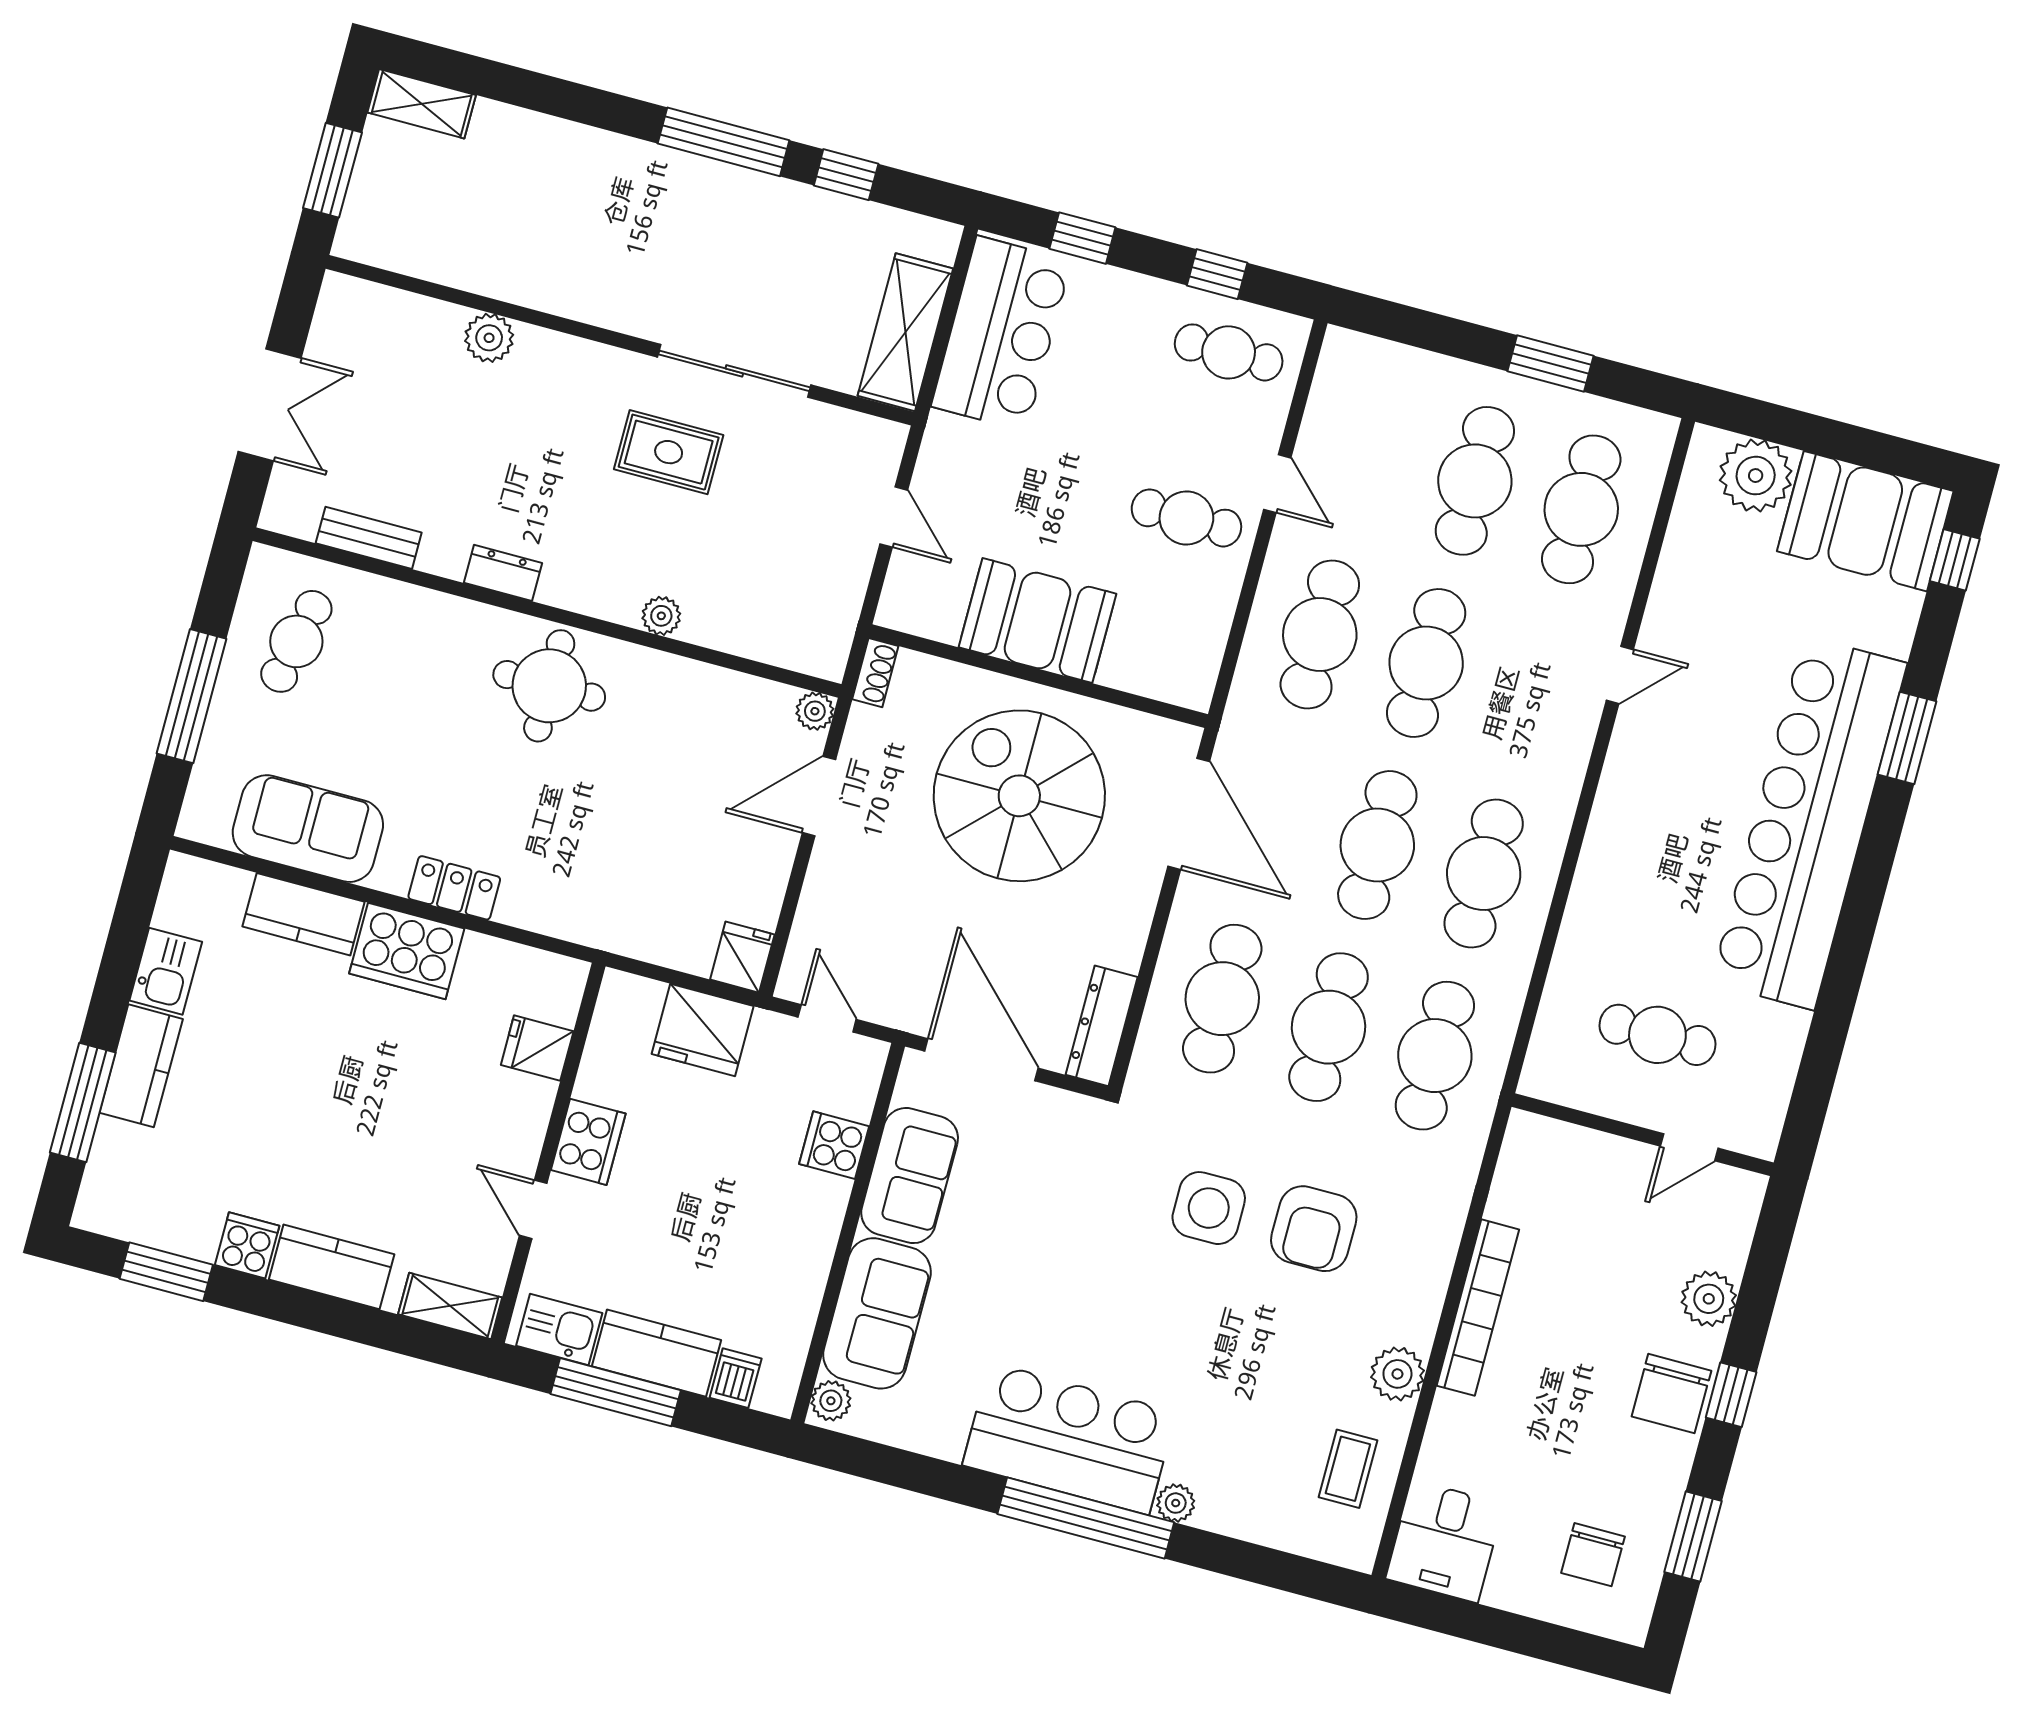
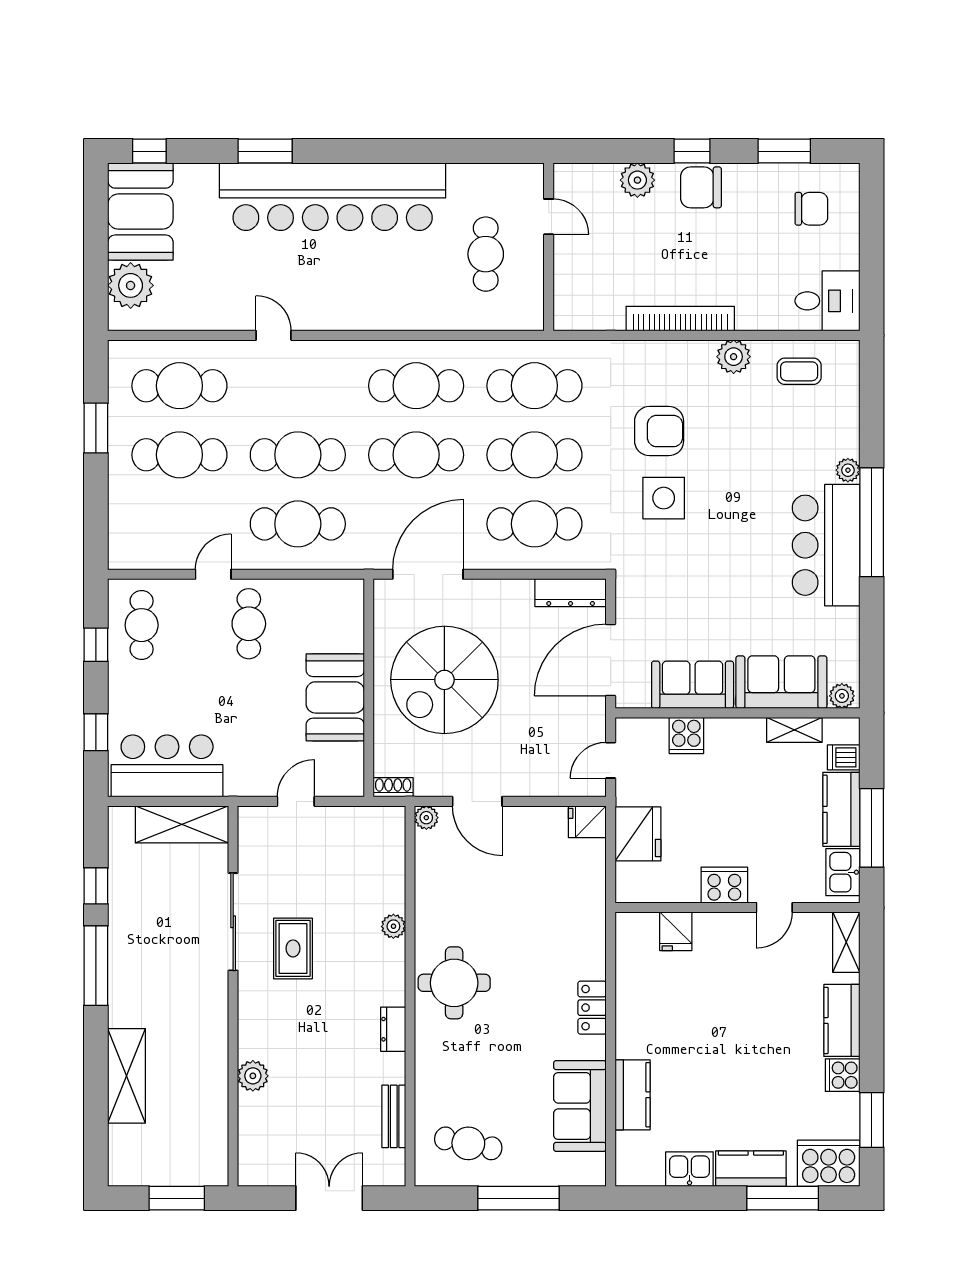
shelving: (422, 104) -> (127, 1076), moved, width x1.50, depth x1.33
cooker: (407, 951) -> (829, 1163), moved, turned -90
shelving: (798, 1314) -> (794, 730), added
chair: (1671, 1394) -> (701, 187), turned 180

